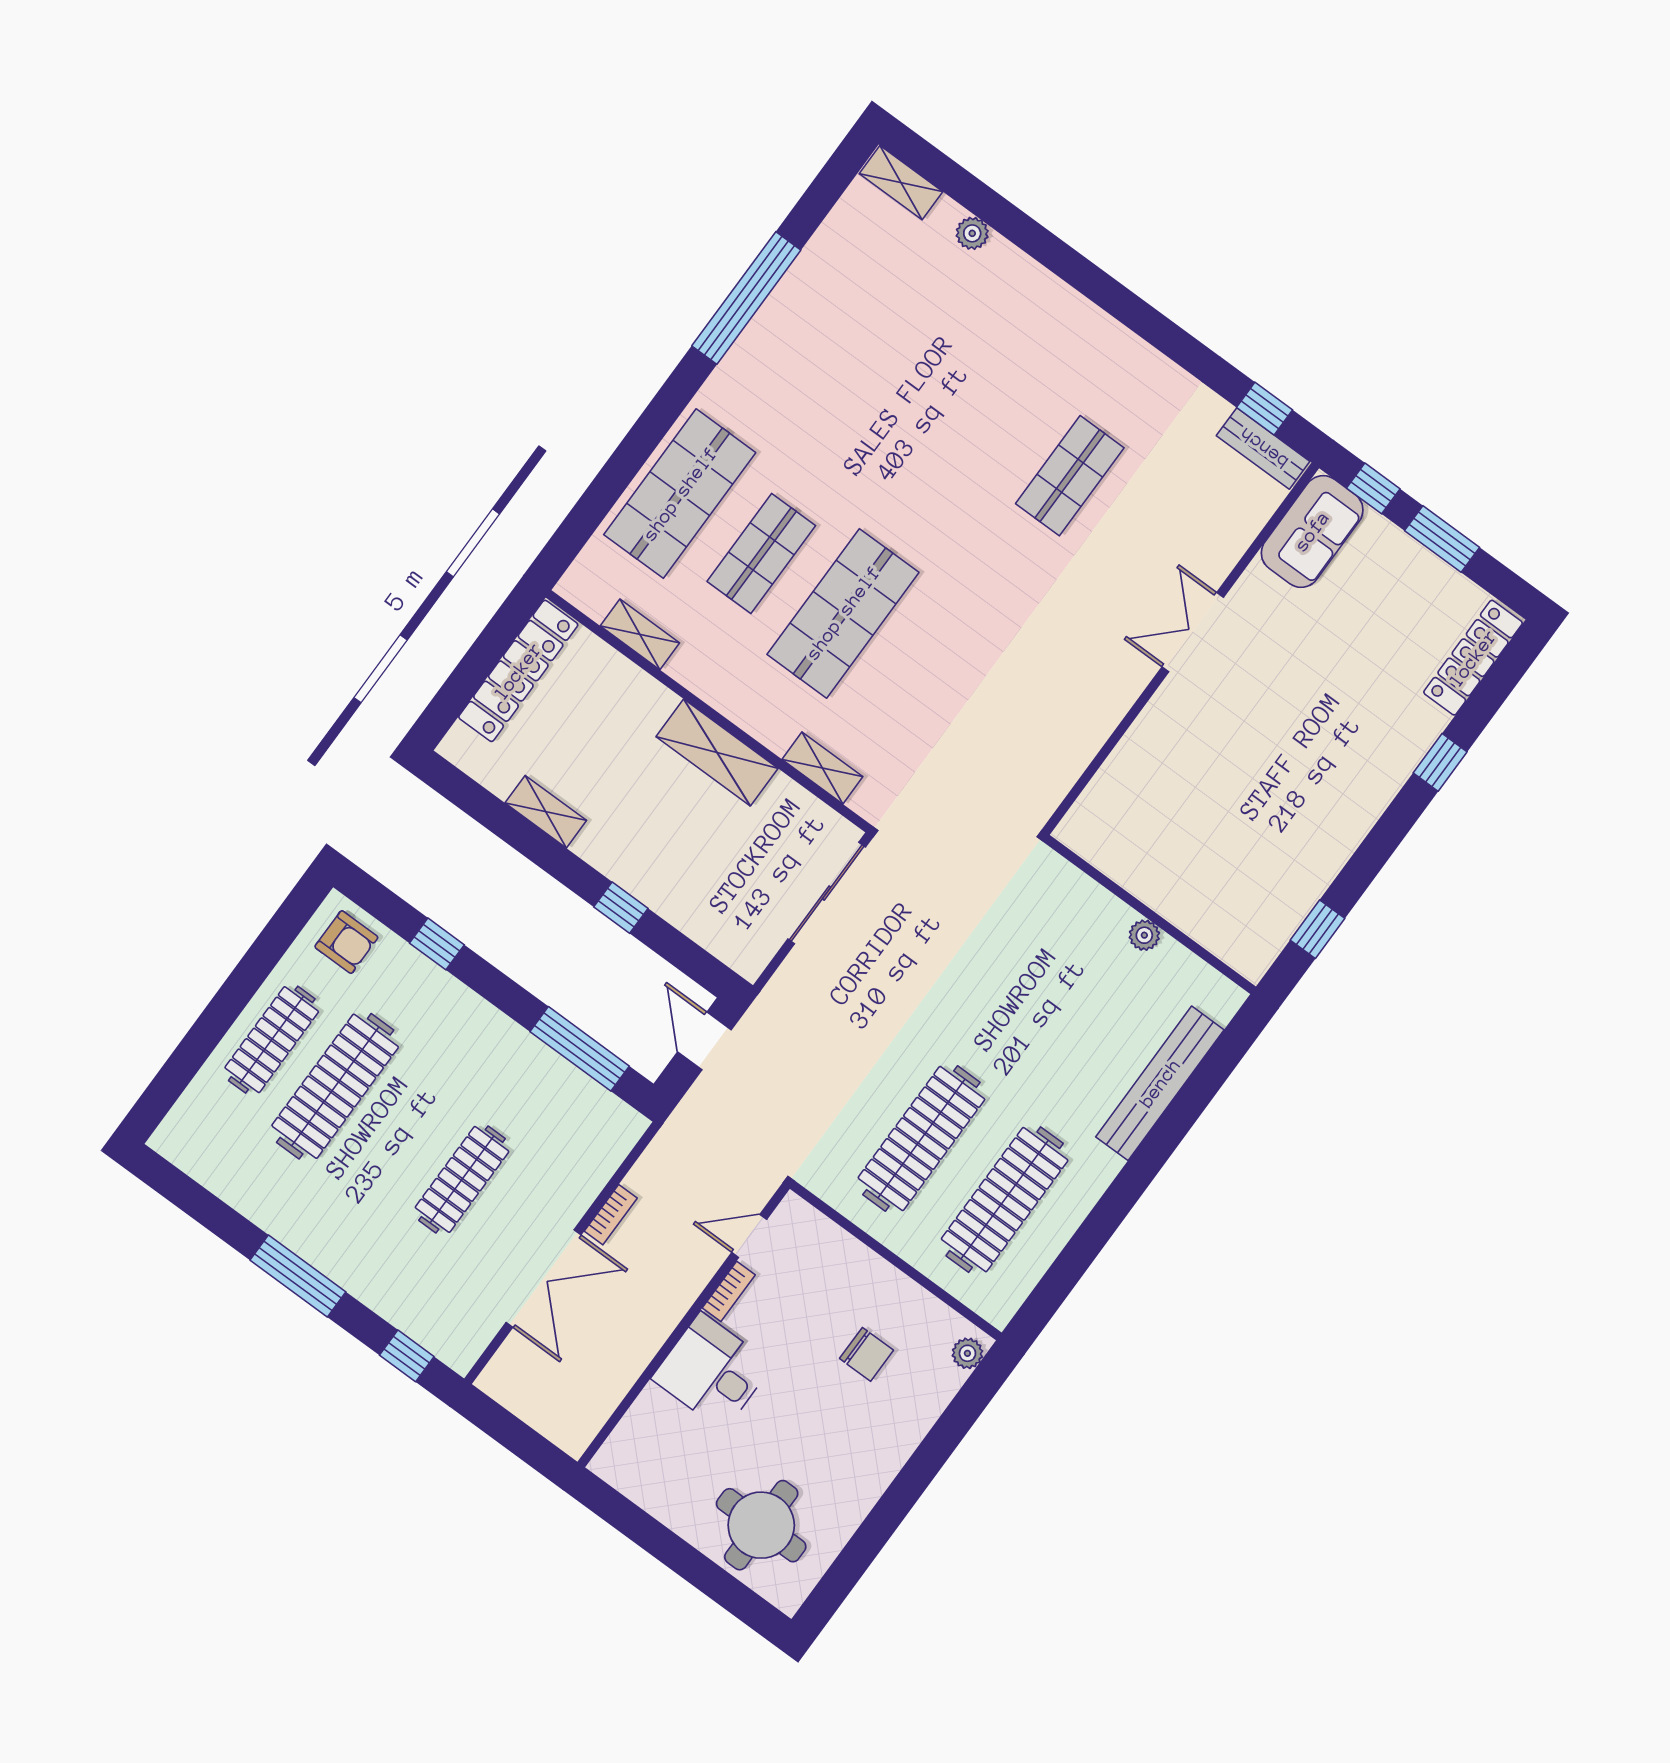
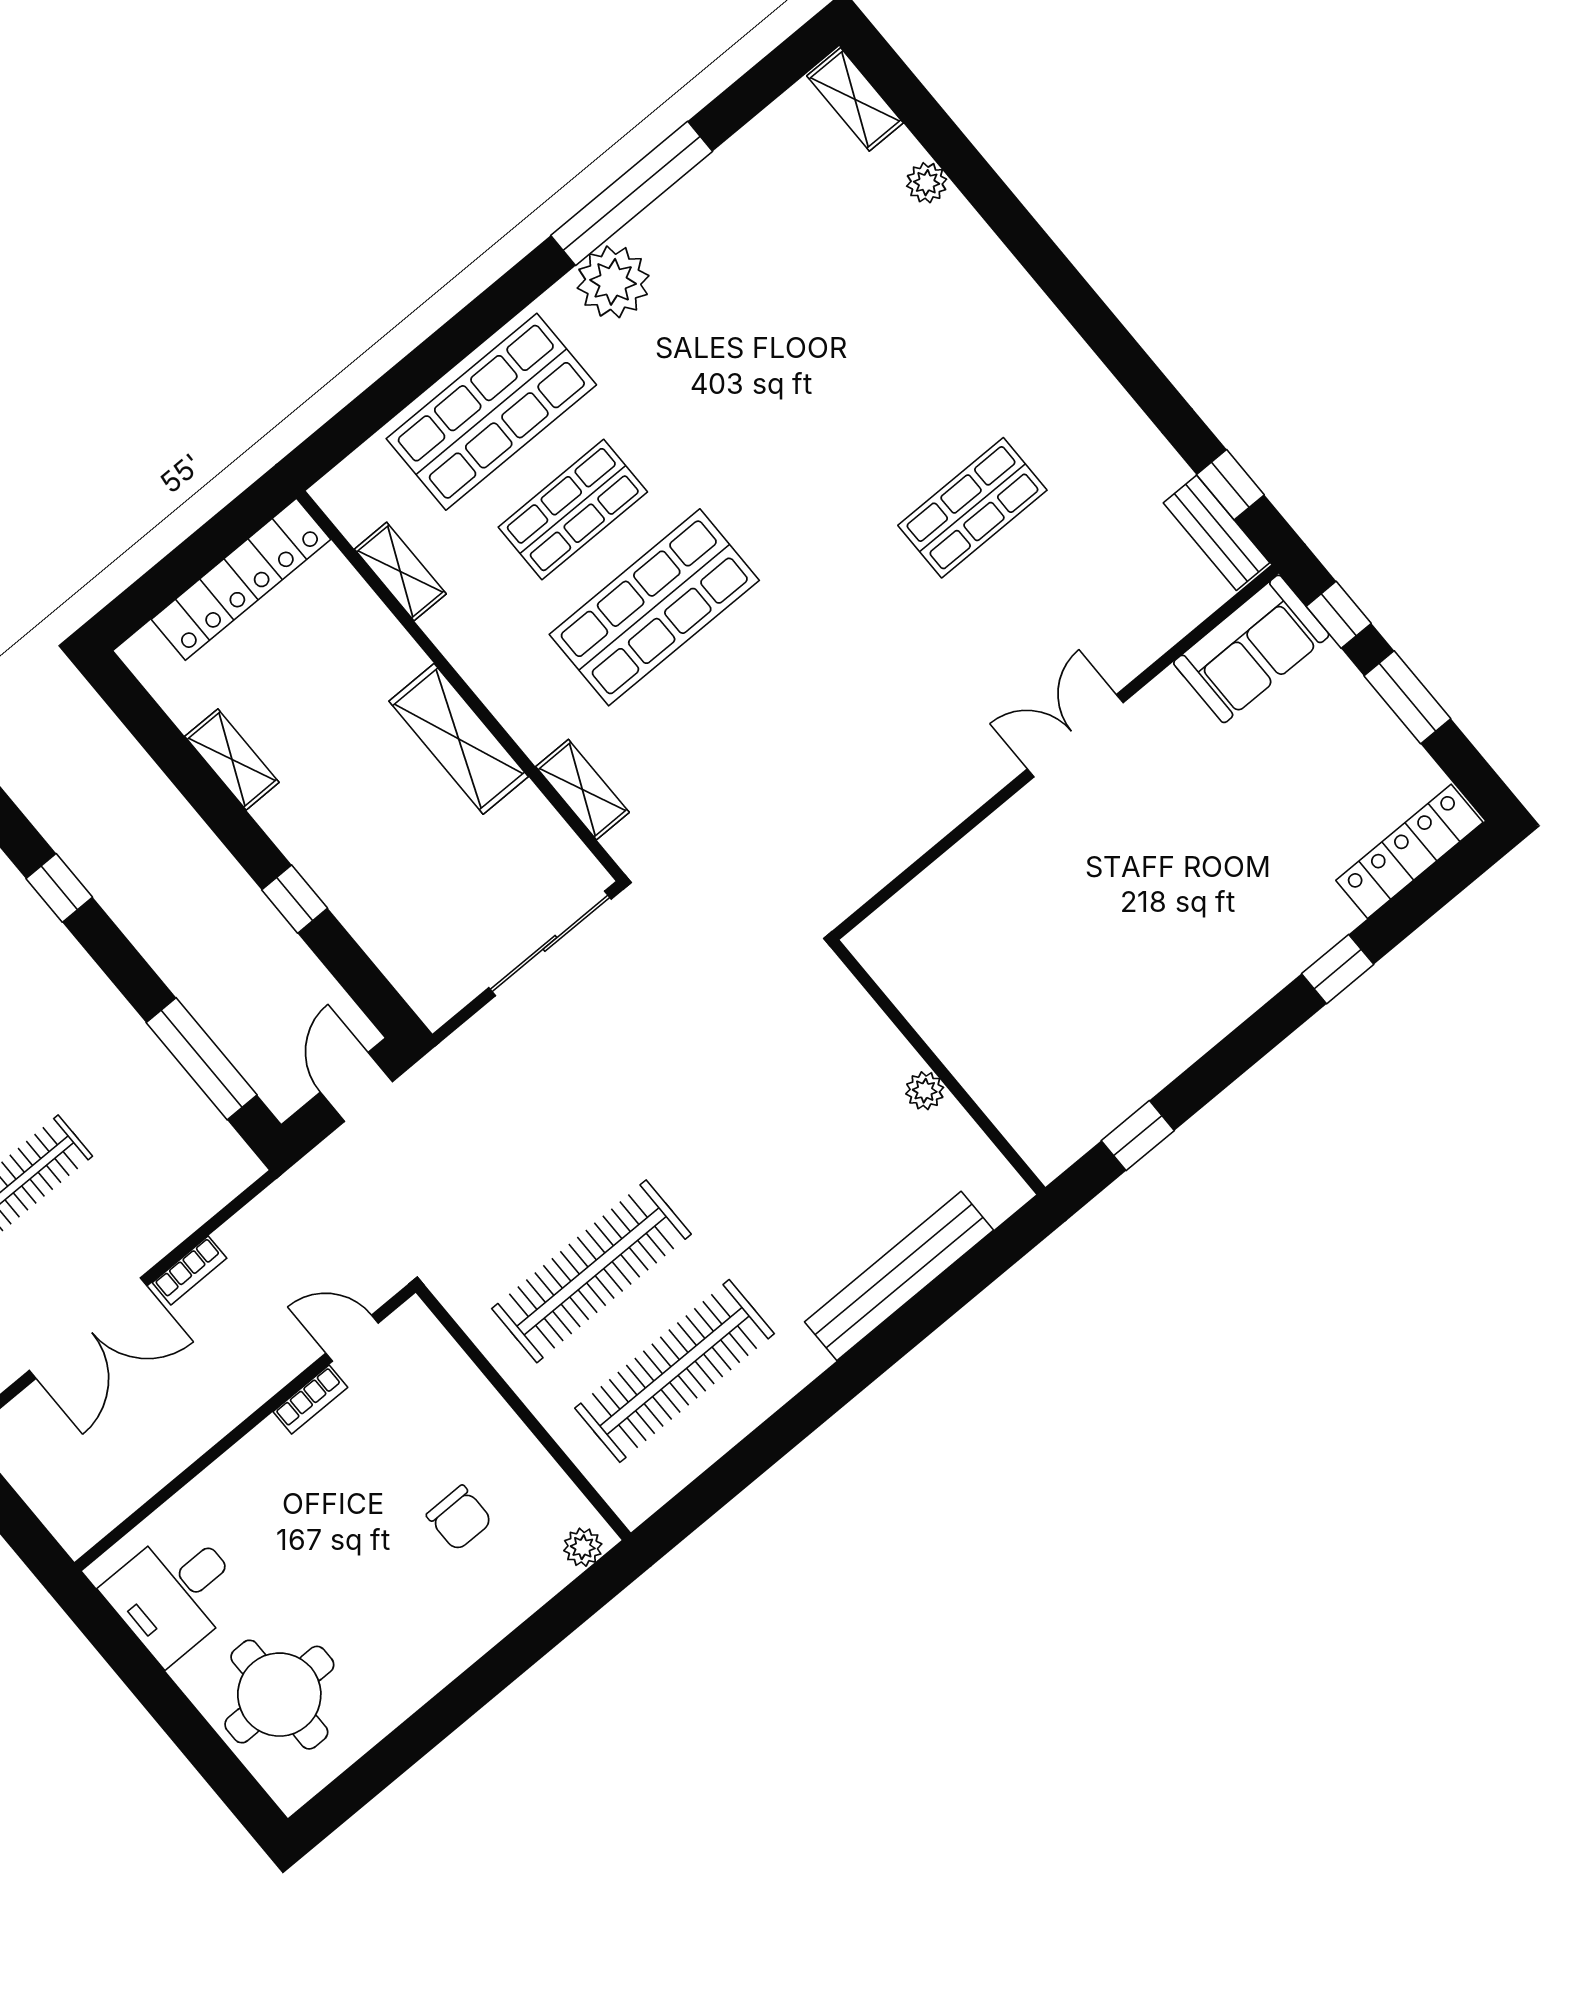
plant: (749, 370) -> (613, 282), added
desk: (712, 1372) -> (175, 1593), moved, turned -90

